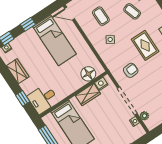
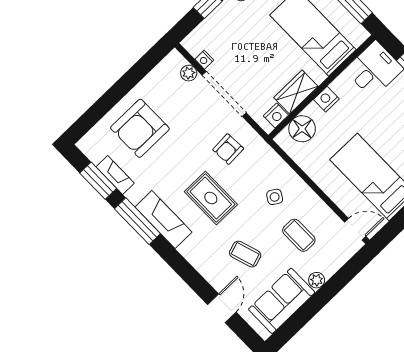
nightstand: (72, 88) -> (326, 99), added

